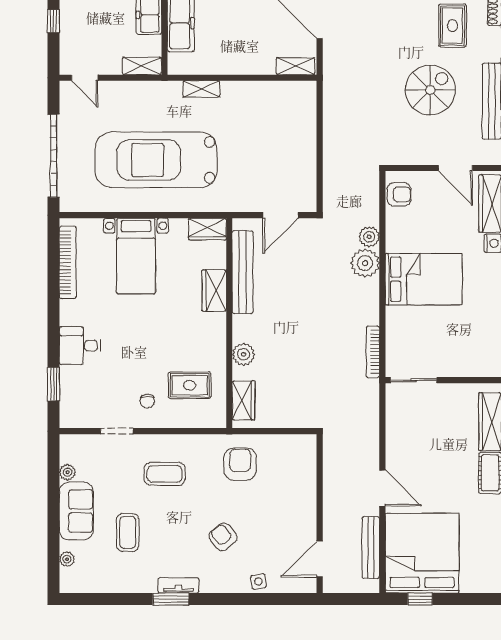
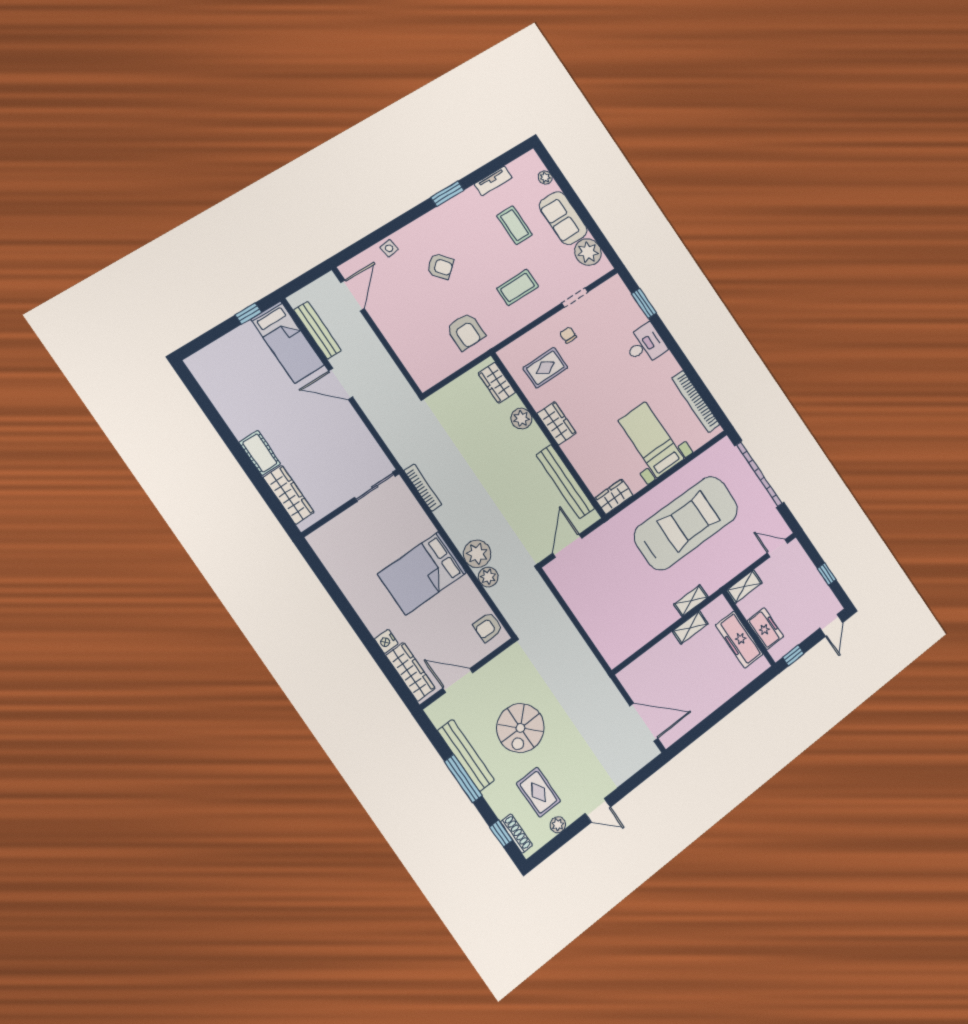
shelving: (296, 66) -> (690, 627), moved
wardrobe: (214, 290) -> (557, 423), moved
plant: (67, 472) -> (588, 252), width x1.88, depth x1.88
bed: (422, 553) -> (288, 342), width x0.49
tv unit: (178, 585) -> (493, 181), moved

